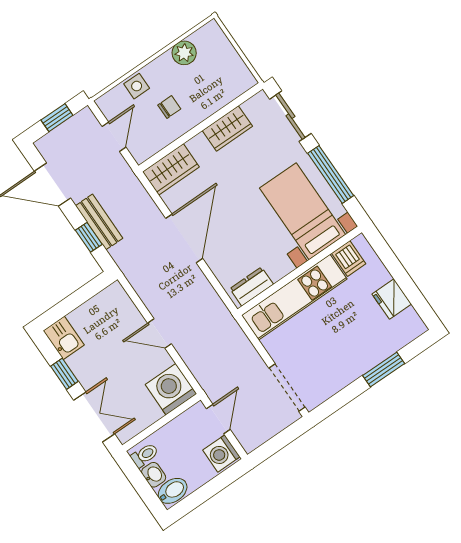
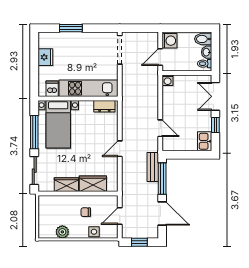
wardrobe: (171, 169) -> (93, 184), moved
bench: (99, 222) -> (153, 167), moved
window: (89, 237) -> (162, 179), width x2.17
door: (184, 238) -> (120, 149), width x0.53
door: (159, 334) -> (160, 128), moved
washing machine: (171, 389) -> (168, 80), width x0.53, depth x0.53

